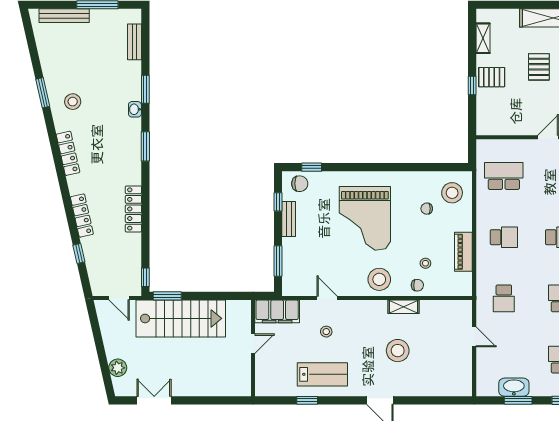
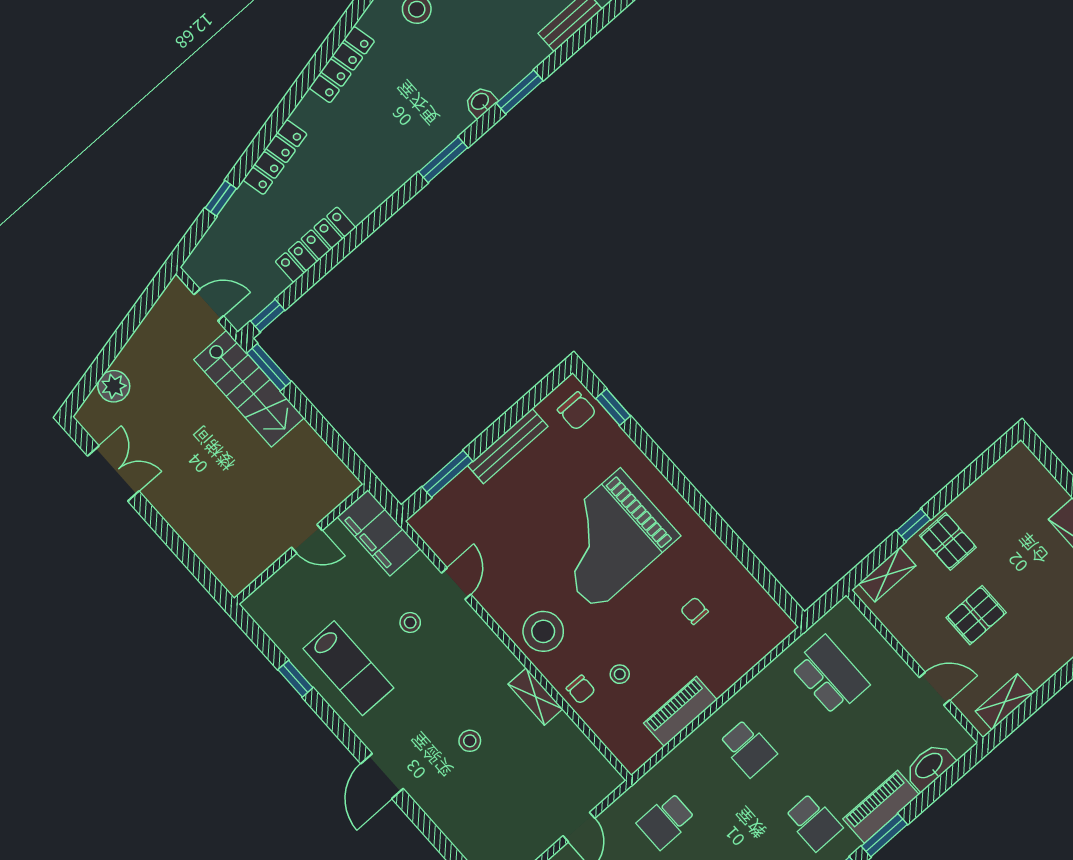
shelving: (483, 38) -> (887, 575), moved
pallet: (539, 67) -> (976, 615), moved
stool: (452, 193) -> (746, 626), removed
window: (278, 202) -> (526, 404), removed
locker: (133, 209) -> (315, 245), moved
bench: (289, 219) -> (508, 446), width x1.36
door: (119, 298) -> (209, 305), swing flipped
stairs: (181, 318) -> (249, 389), width x0.73, depth x0.66
stool: (398, 351) -> (470, 741), width x0.53, depth x0.53

